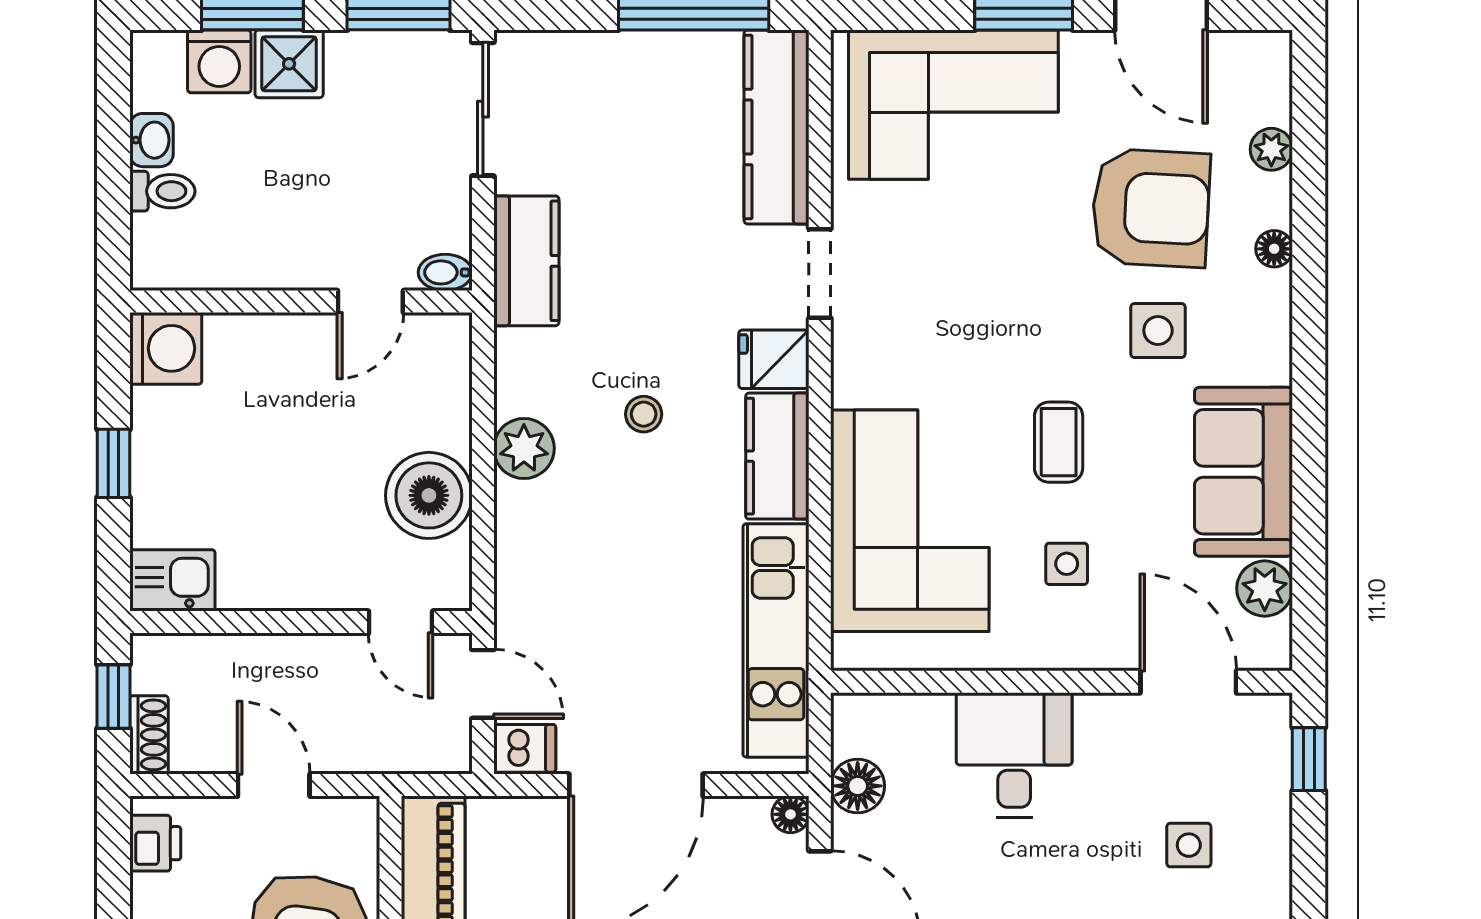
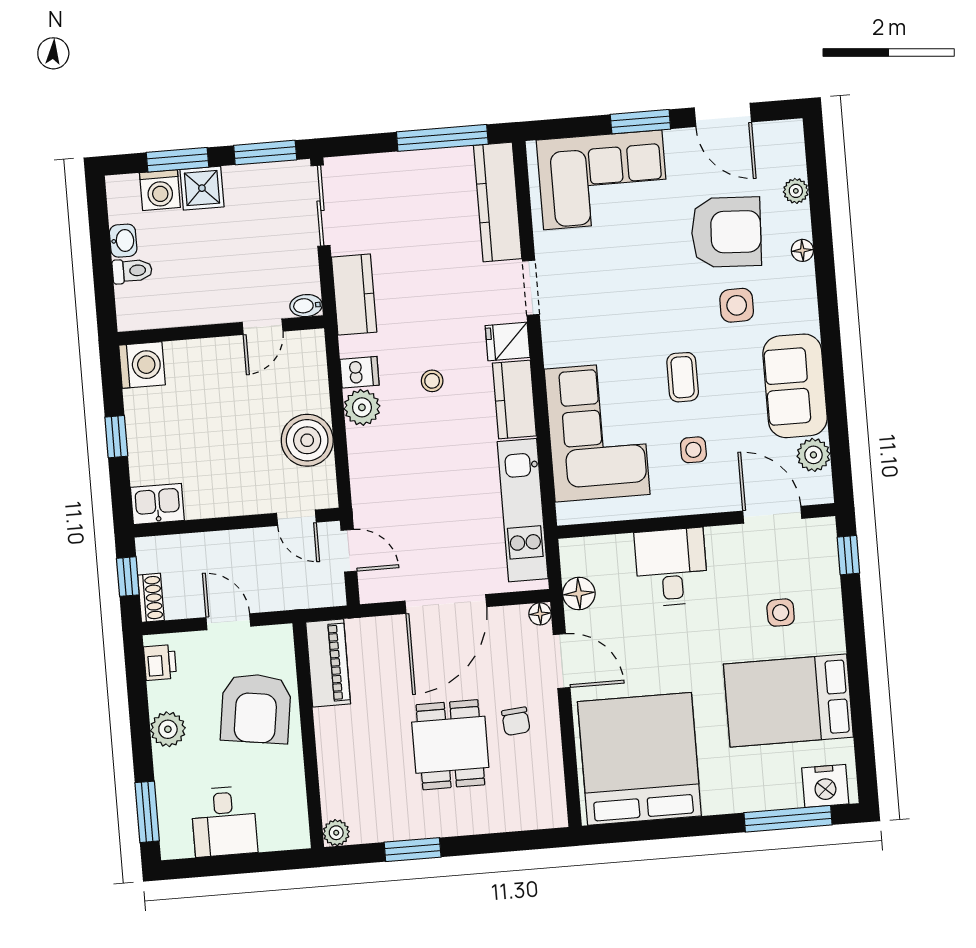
dishwasher: (525, 748) -> (360, 372), moved

